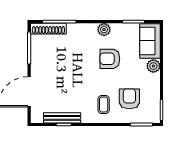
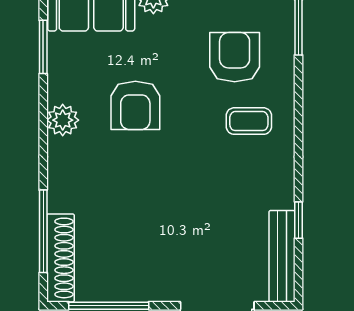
armchair: (129, 99) -> (235, 57), turned 90
bench: (62, 118) -> (282, 256), moved

